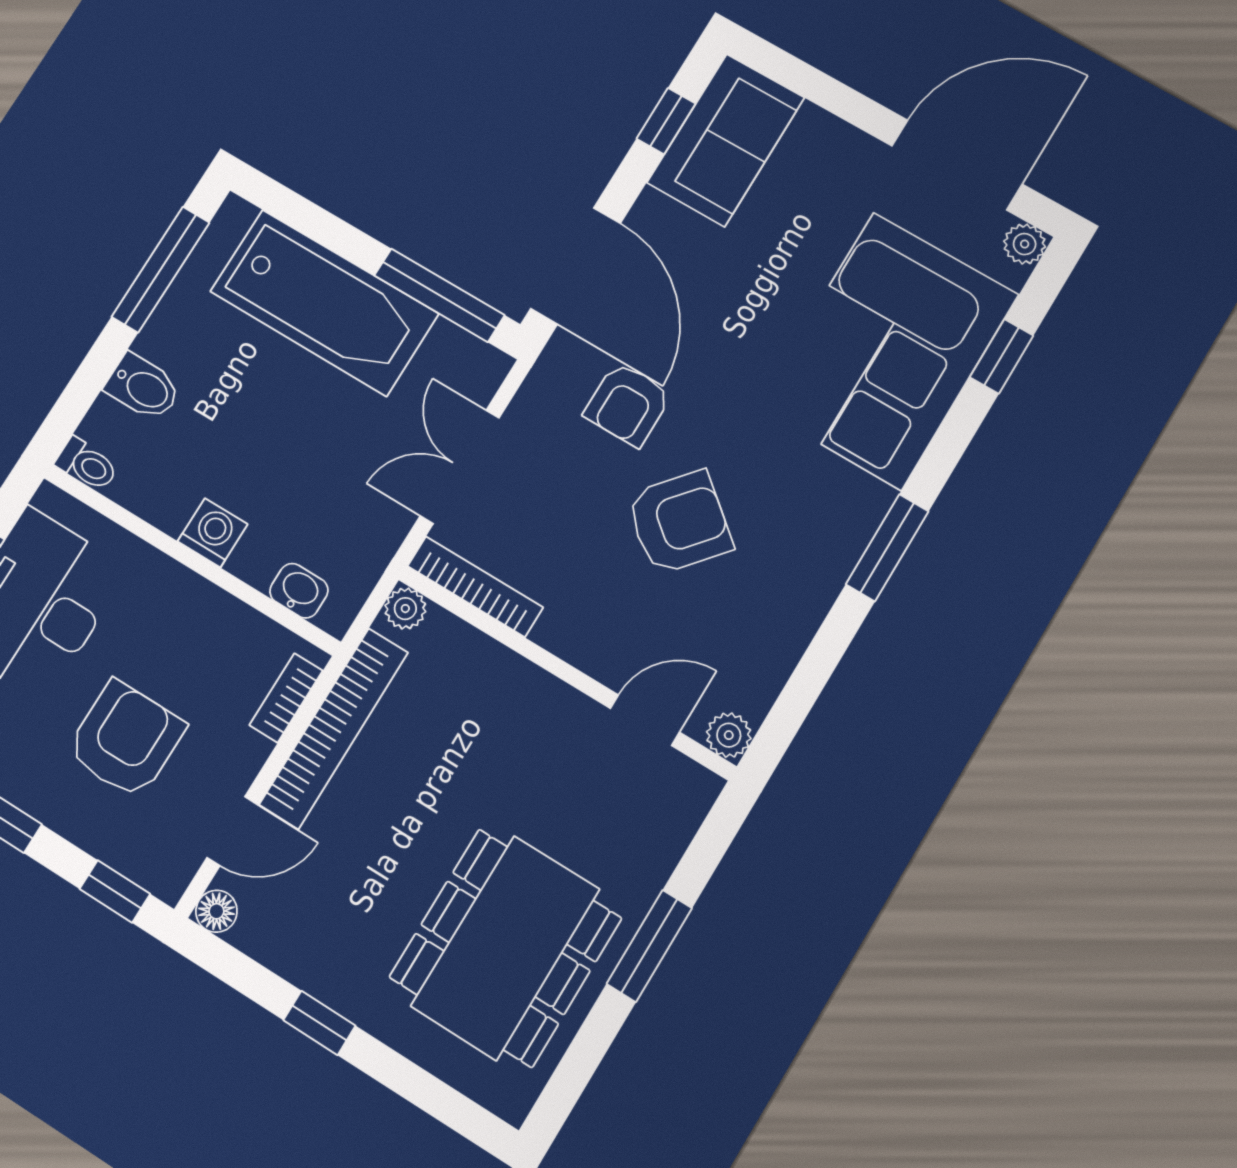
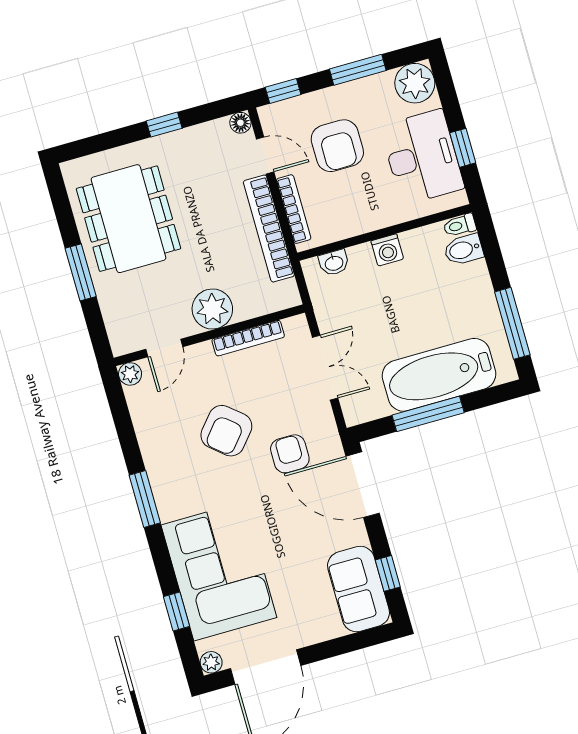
window: (439, 295) -> (428, 414), moved
bidet: (143, 387) -> (464, 250), moved
bookcase: (475, 587) -> (248, 338), moved
plant: (405, 609) -> (212, 309), moved, width x1.88, depth x1.88
bookcase: (286, 698) -> (294, 209), width x1.56
door: (232, 831) -> (265, 155), swing flipped

